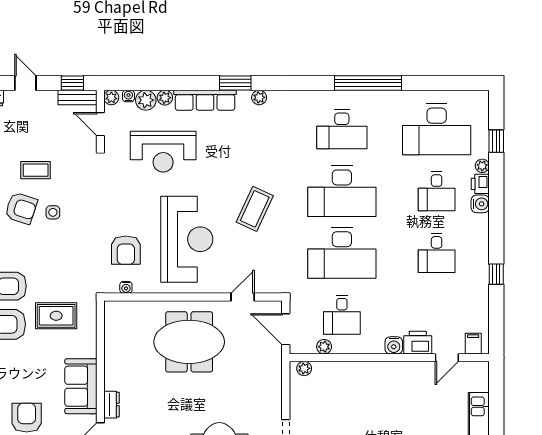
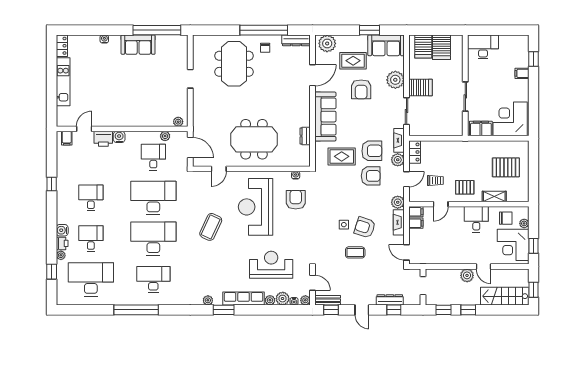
sofa: (81, 386) -> (325, 117), width x1.36
dresser: (112, 405) -> (305, 136), moved

